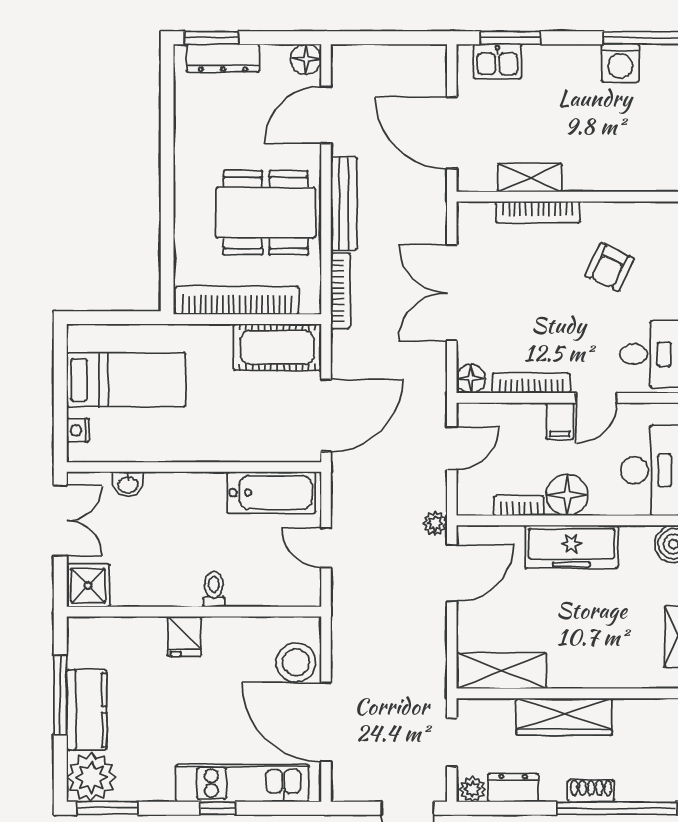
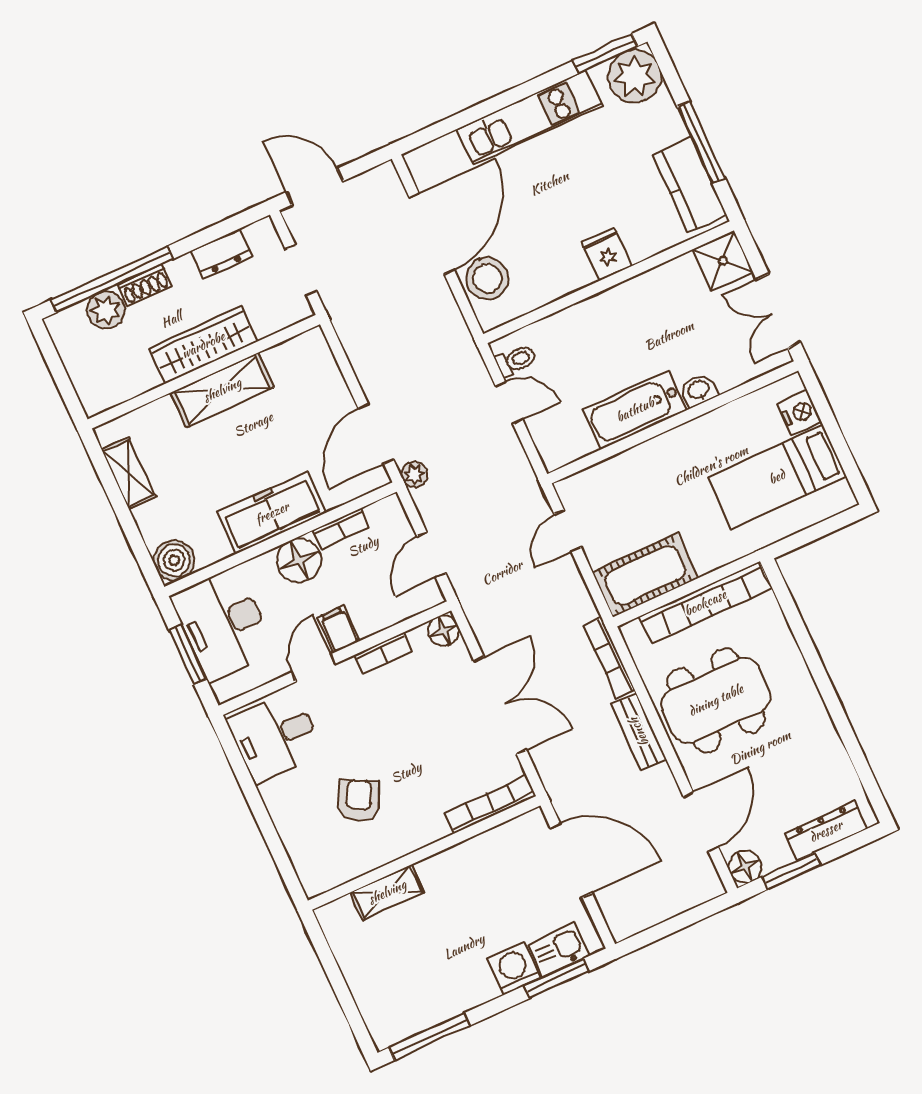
window: (212, 38) -> (791, 871), moved
washing machine: (620, 63) -> (514, 968), moved
shelving: (530, 178) -> (387, 892), moved
bench: (344, 203) -> (639, 732), width x0.73
bookcase: (538, 212) -> (491, 804), moved
bookcase: (531, 383) -> (383, 653), width x0.64
door: (326, 416) -> (568, 531), width x0.53
nightstand: (78, 430) -> (800, 413), width x1.39, depth x1.35
washbasin: (128, 484) -> (699, 390), moved
bathtub: (271, 493) -> (635, 410), moved
toilet: (214, 589) -> (516, 360), moved, turned -90
shelving: (502, 671) -> (222, 390), moved
kitchen counter: (87, 710) -> (690, 184), moved
door: (326, 722) -> (432, 234), hinge flipped
kitchen unit: (242, 783) -> (530, 117), moved
plant: (472, 789) -> (106, 310), moved, width x1.38, depth x1.38
window: (218, 808) -> (498, 103), removed

